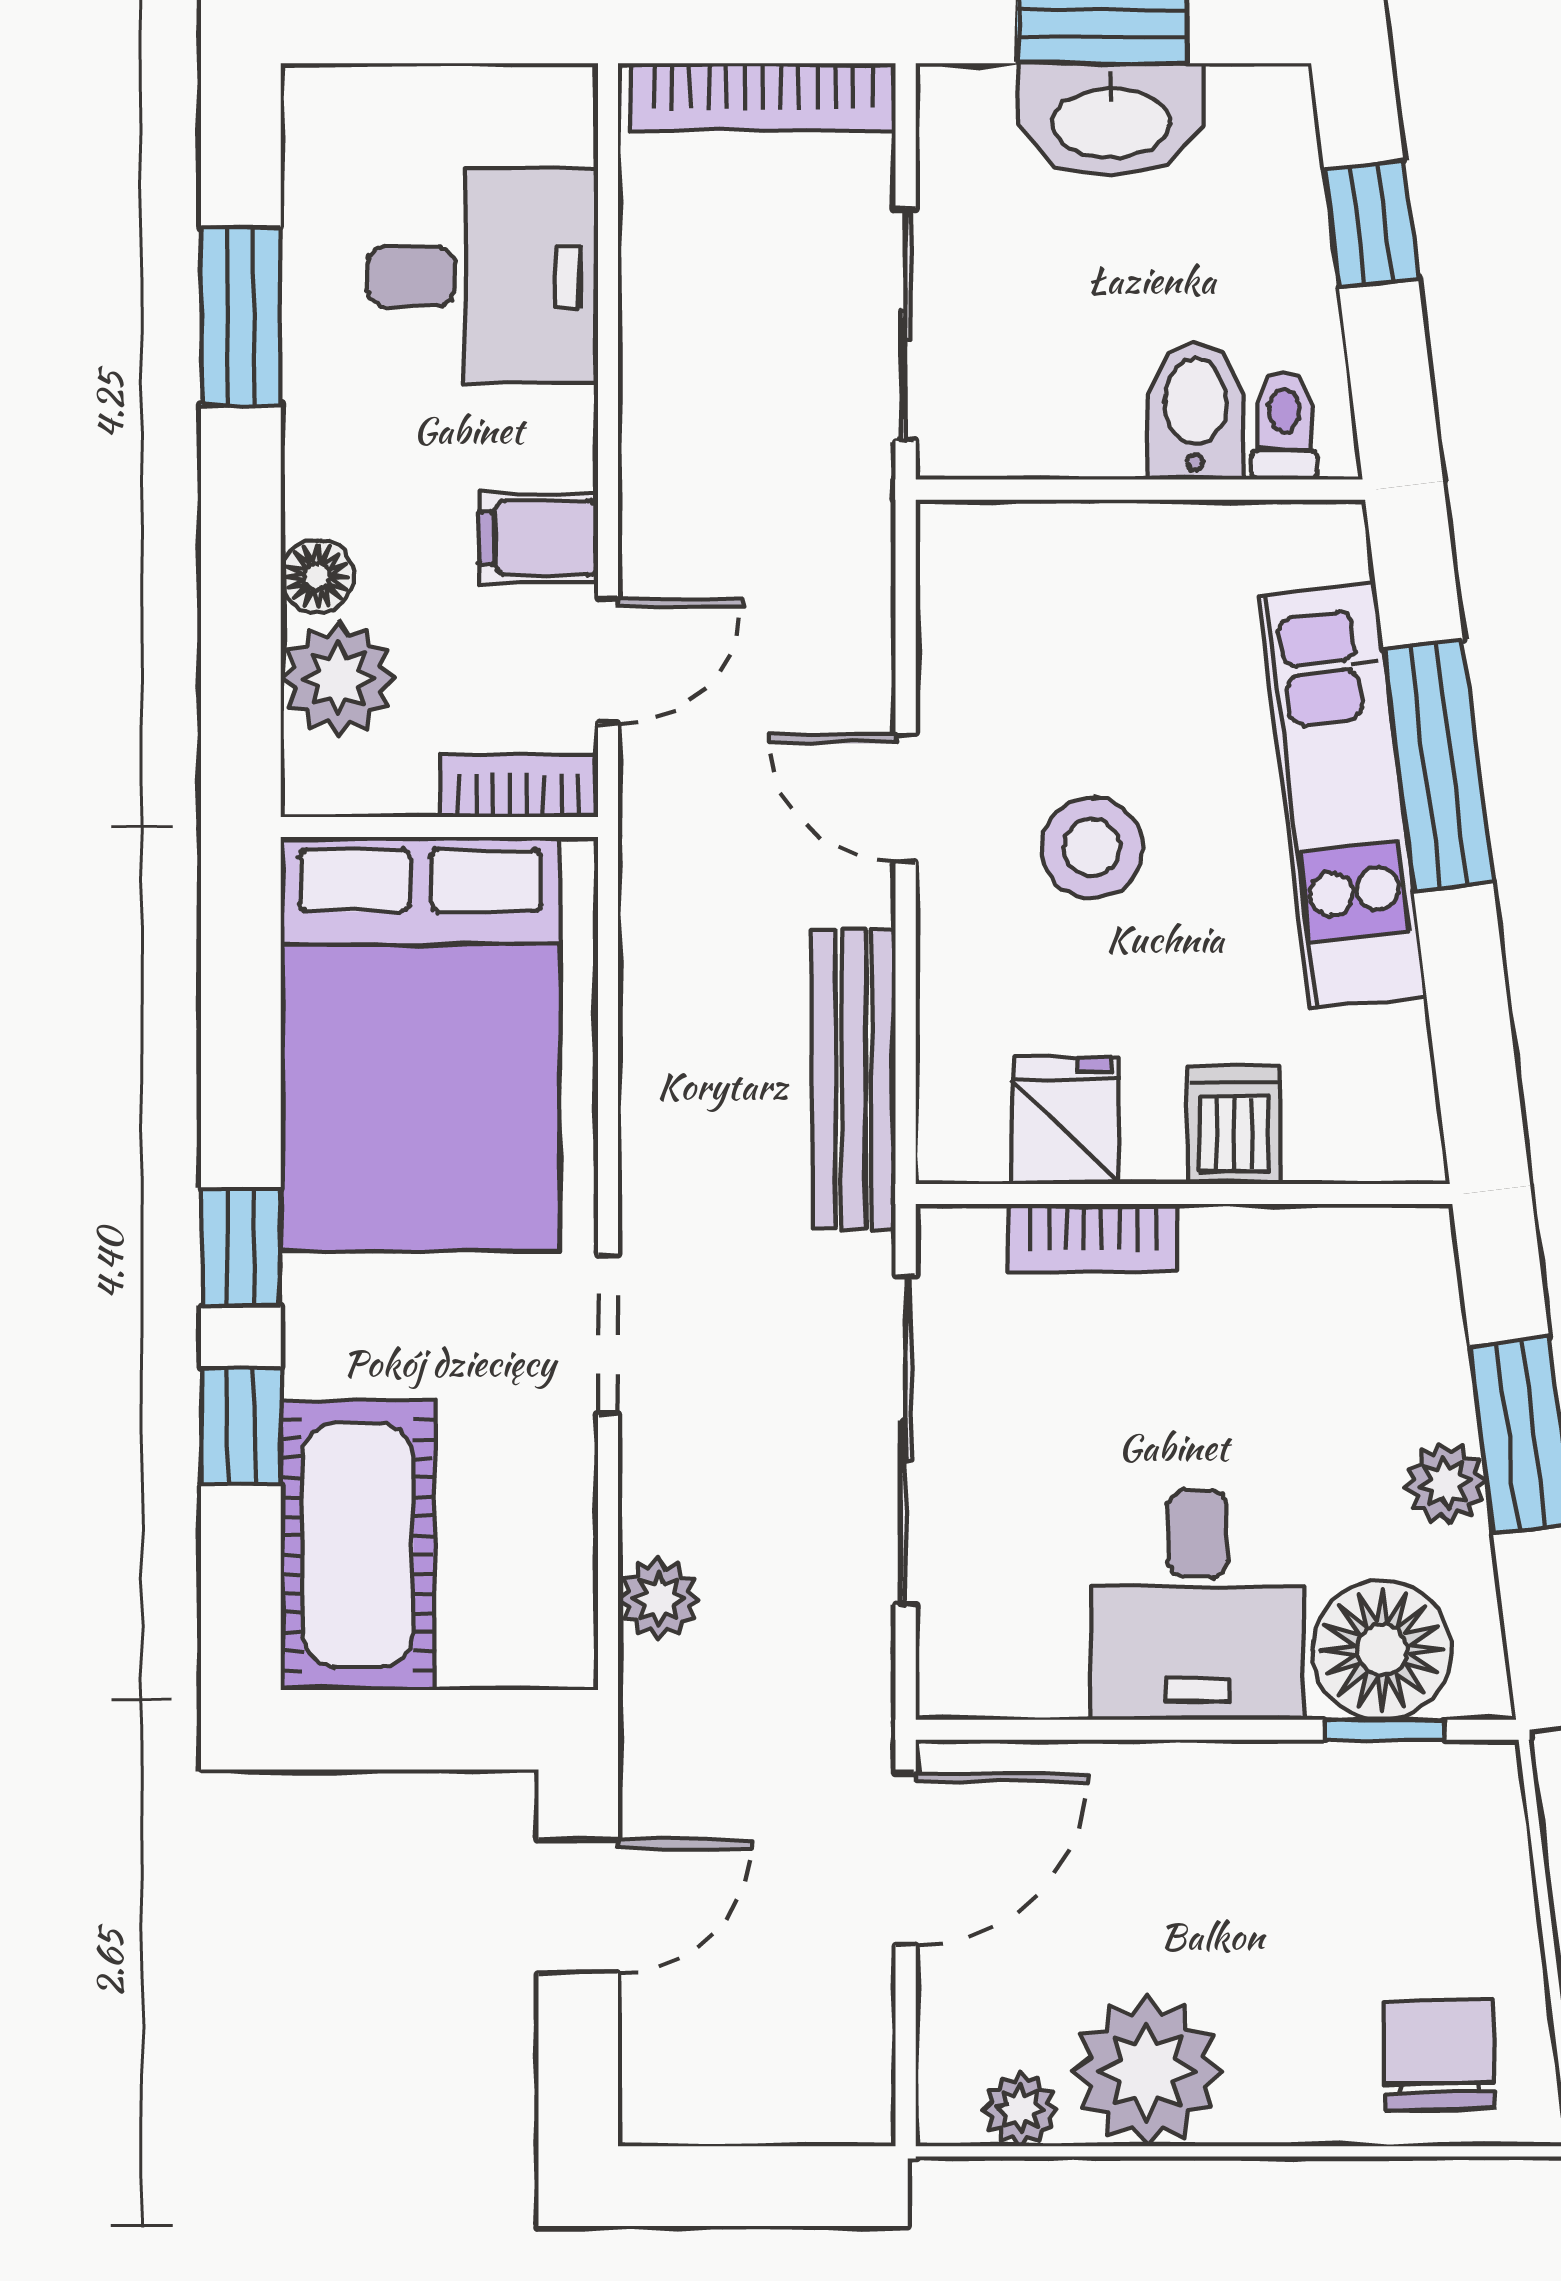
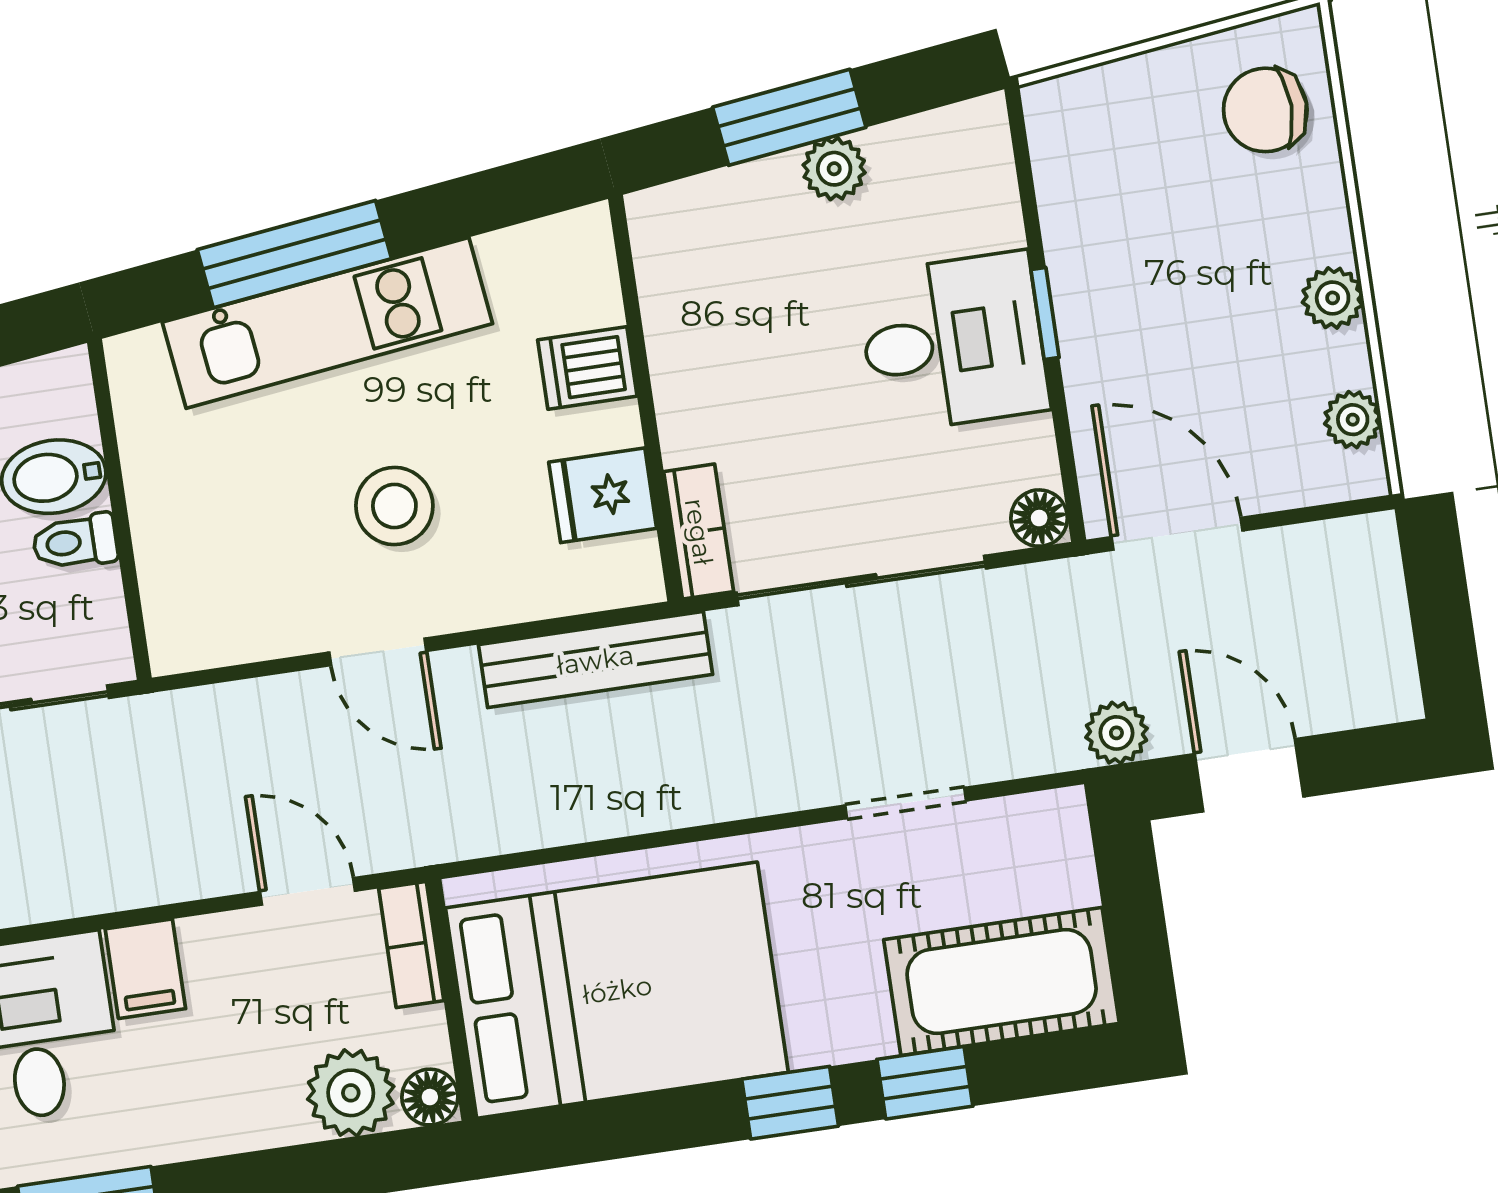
toilet: (1284, 426) -> (75, 542), moved
filing cabinet: (538, 538) -> (145, 969), moved
floor lamp: (317, 576) -> (430, 1097), moved
door: (906, 798) -> (378, 652), hinge flipped
bookcase: (1093, 1238) -> (699, 532), moved
doorway: (608, 1335) -> (906, 803), moved
plant: (659, 1599) -> (1116, 733), moved
floor lamp: (1382, 1650) -> (1039, 518), moved, width x0.53, depth x0.53
window: (1385, 1730) -> (1045, 313), moved
plant: (1147, 2071) -> (1333, 298), width x0.53, depth x0.53

